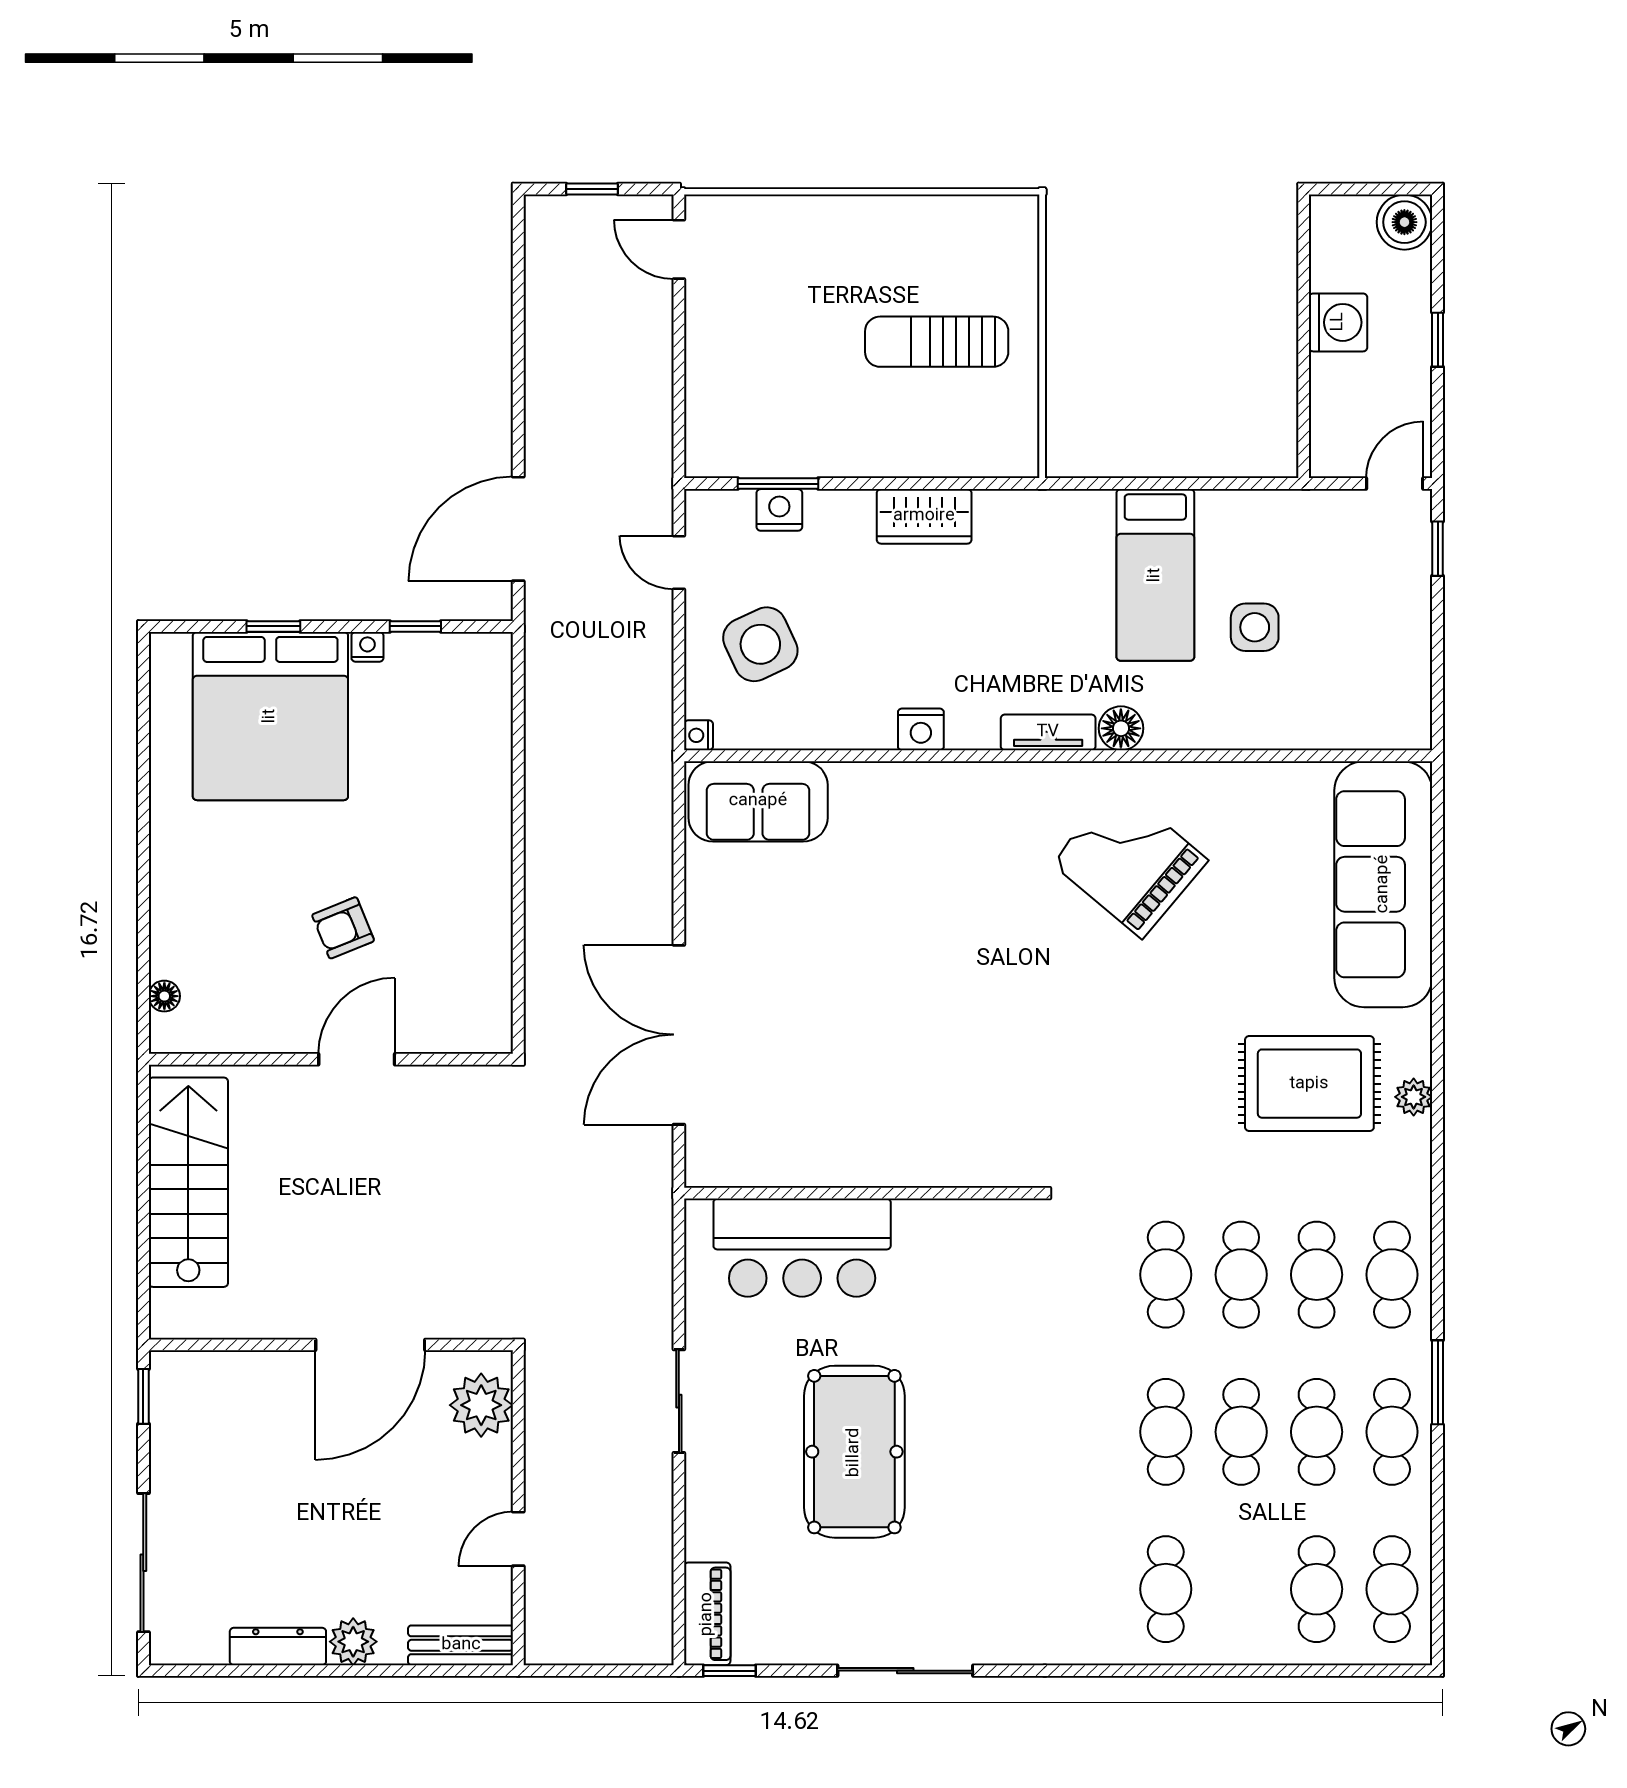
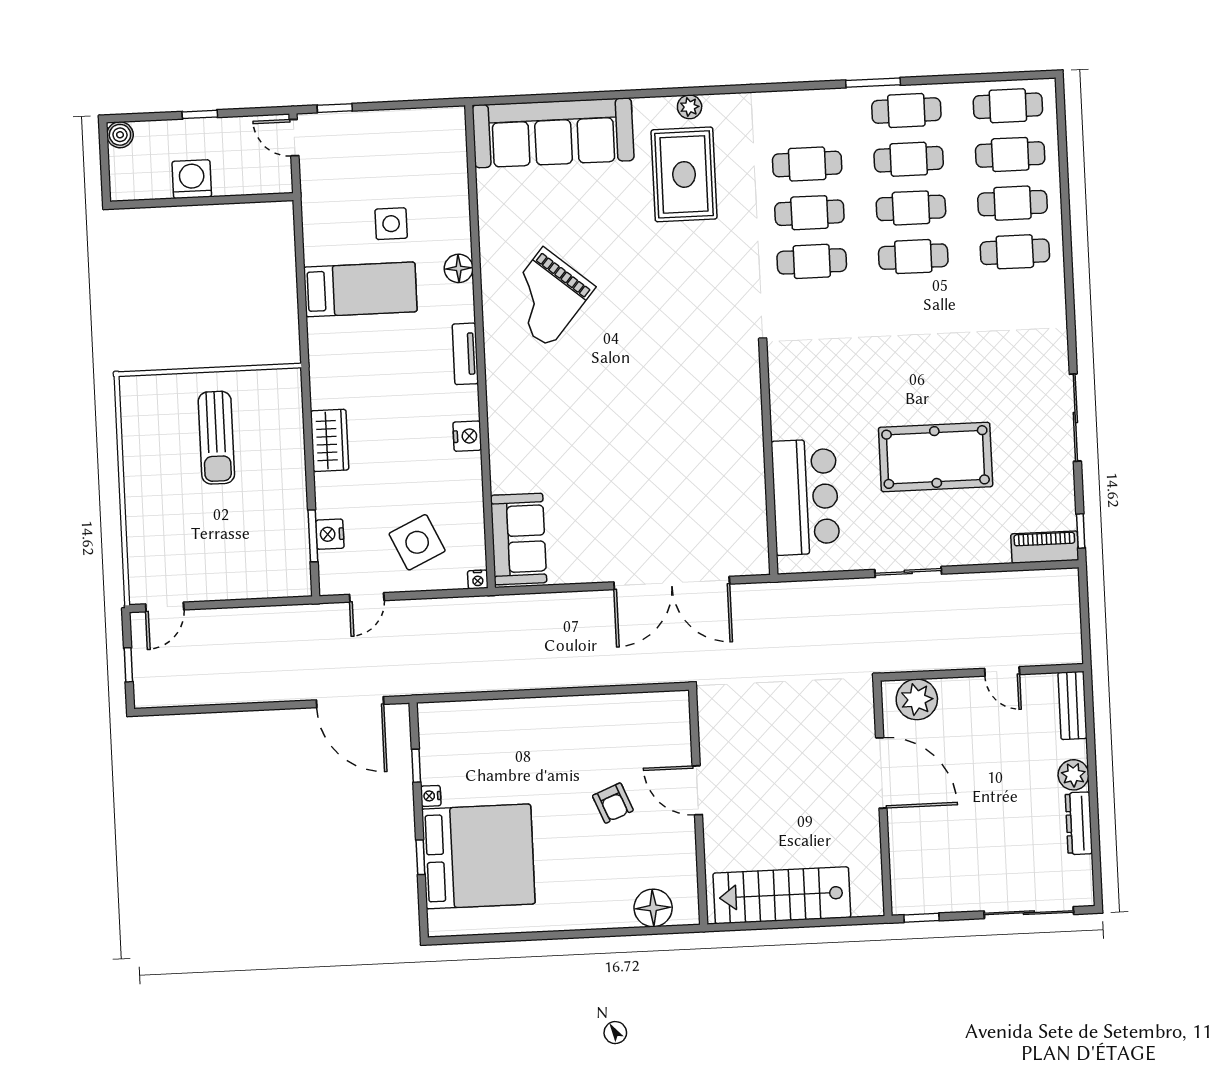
boiler: (1404, 222) -> (120, 135), width x0.73, depth x0.73
floor lamp: (1121, 728) -> (459, 268), moved
floor lamp: (164, 996) -> (653, 908), width x1.89, depth x1.89
cafe table: (1392, 1275) -> (1012, 203), moved

